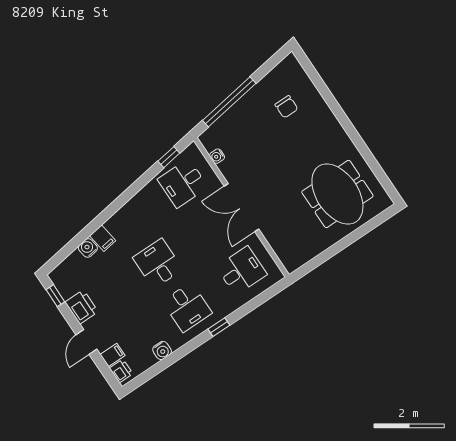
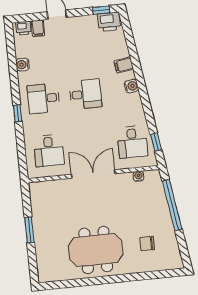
desk: (183, 183) -> (132, 142), turned 180
meeting table: (337, 194) -> (96, 250), moved
window: (341, 245) -> (29, 230), added
water cooler: (88, 248) -> (131, 86), moved
printer: (82, 307) -> (109, 22), moved

